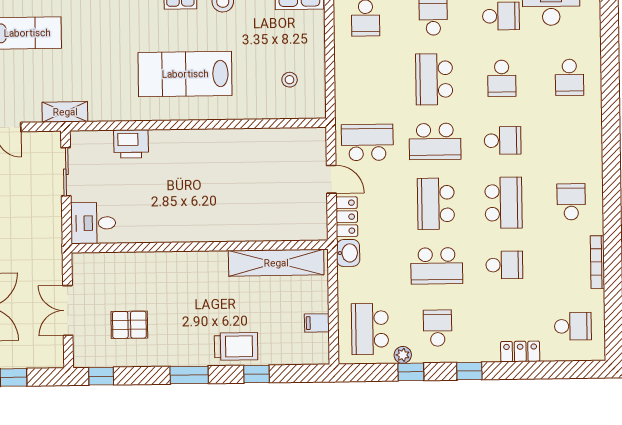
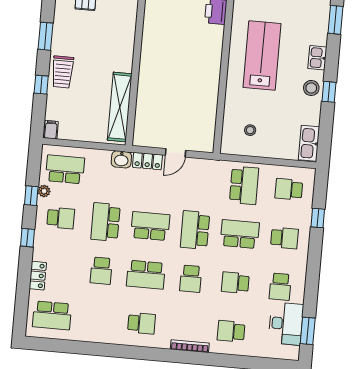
school desk: (367, 142) -> (244, 185), moved
bookcase: (597, 262) -> (190, 346), moved
filing cabinet: (317, 323) -> (51, 130), moved
school desk: (573, 326) -> (52, 315), width x1.85

